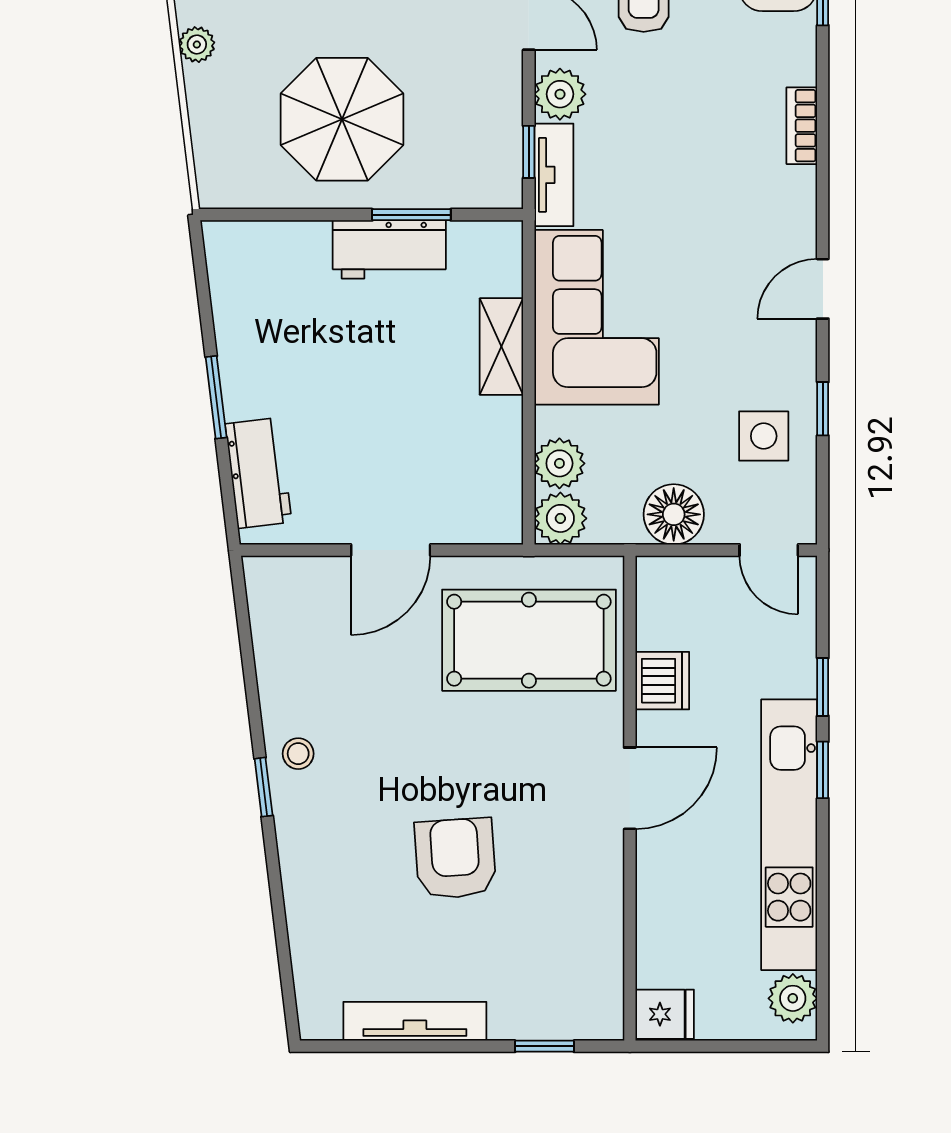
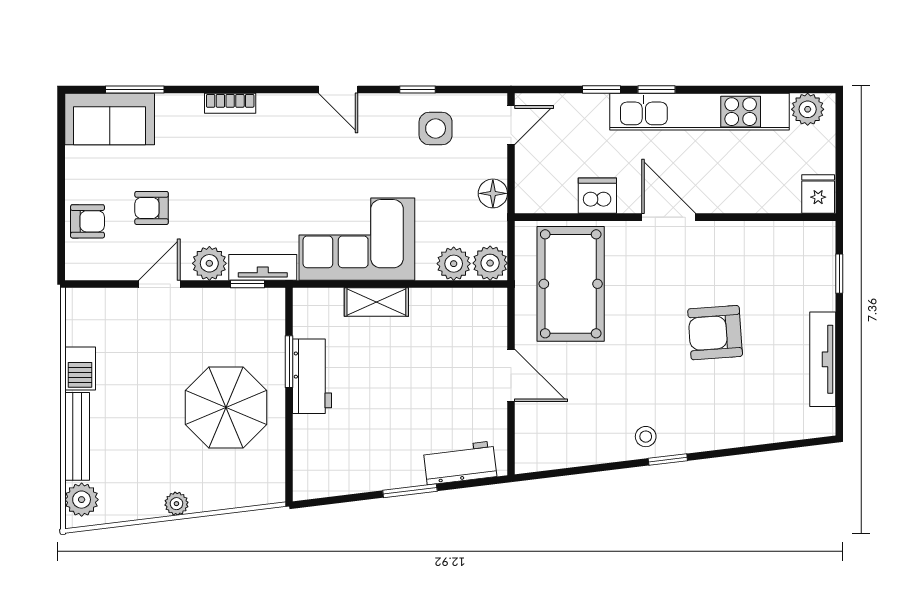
floor lamp: (674, 514) -> (493, 193), width x0.73, depth x0.73

